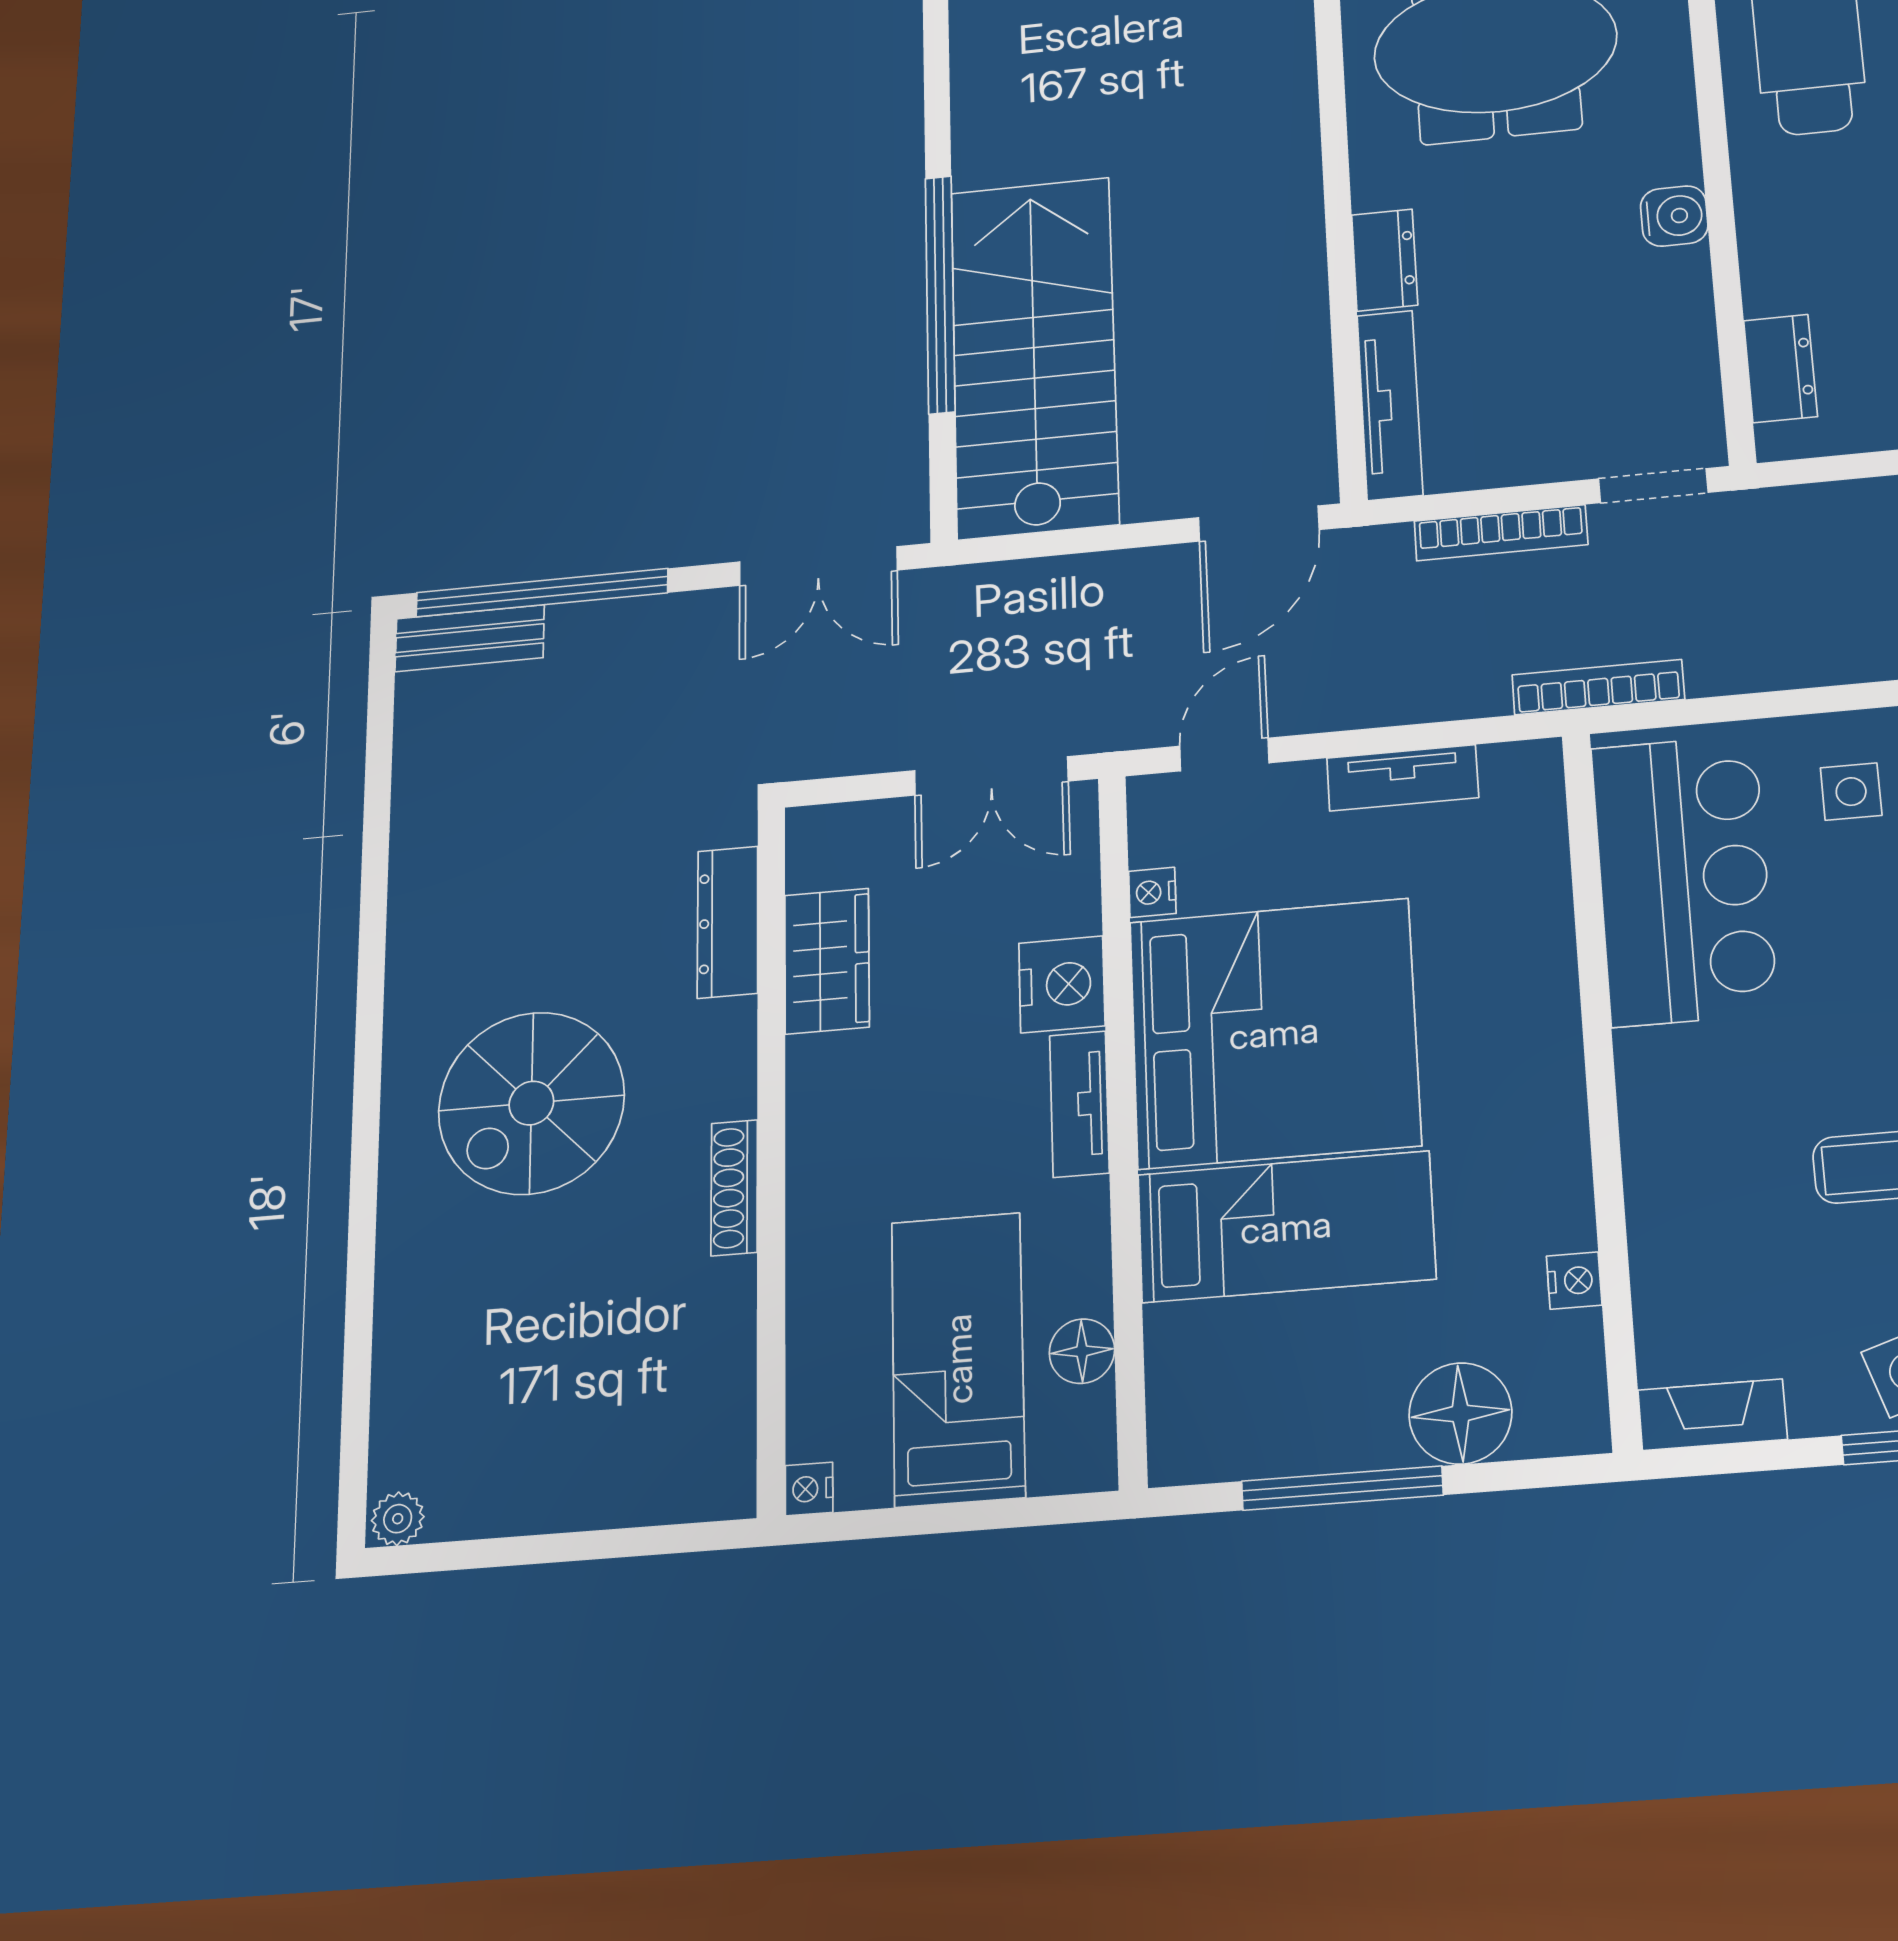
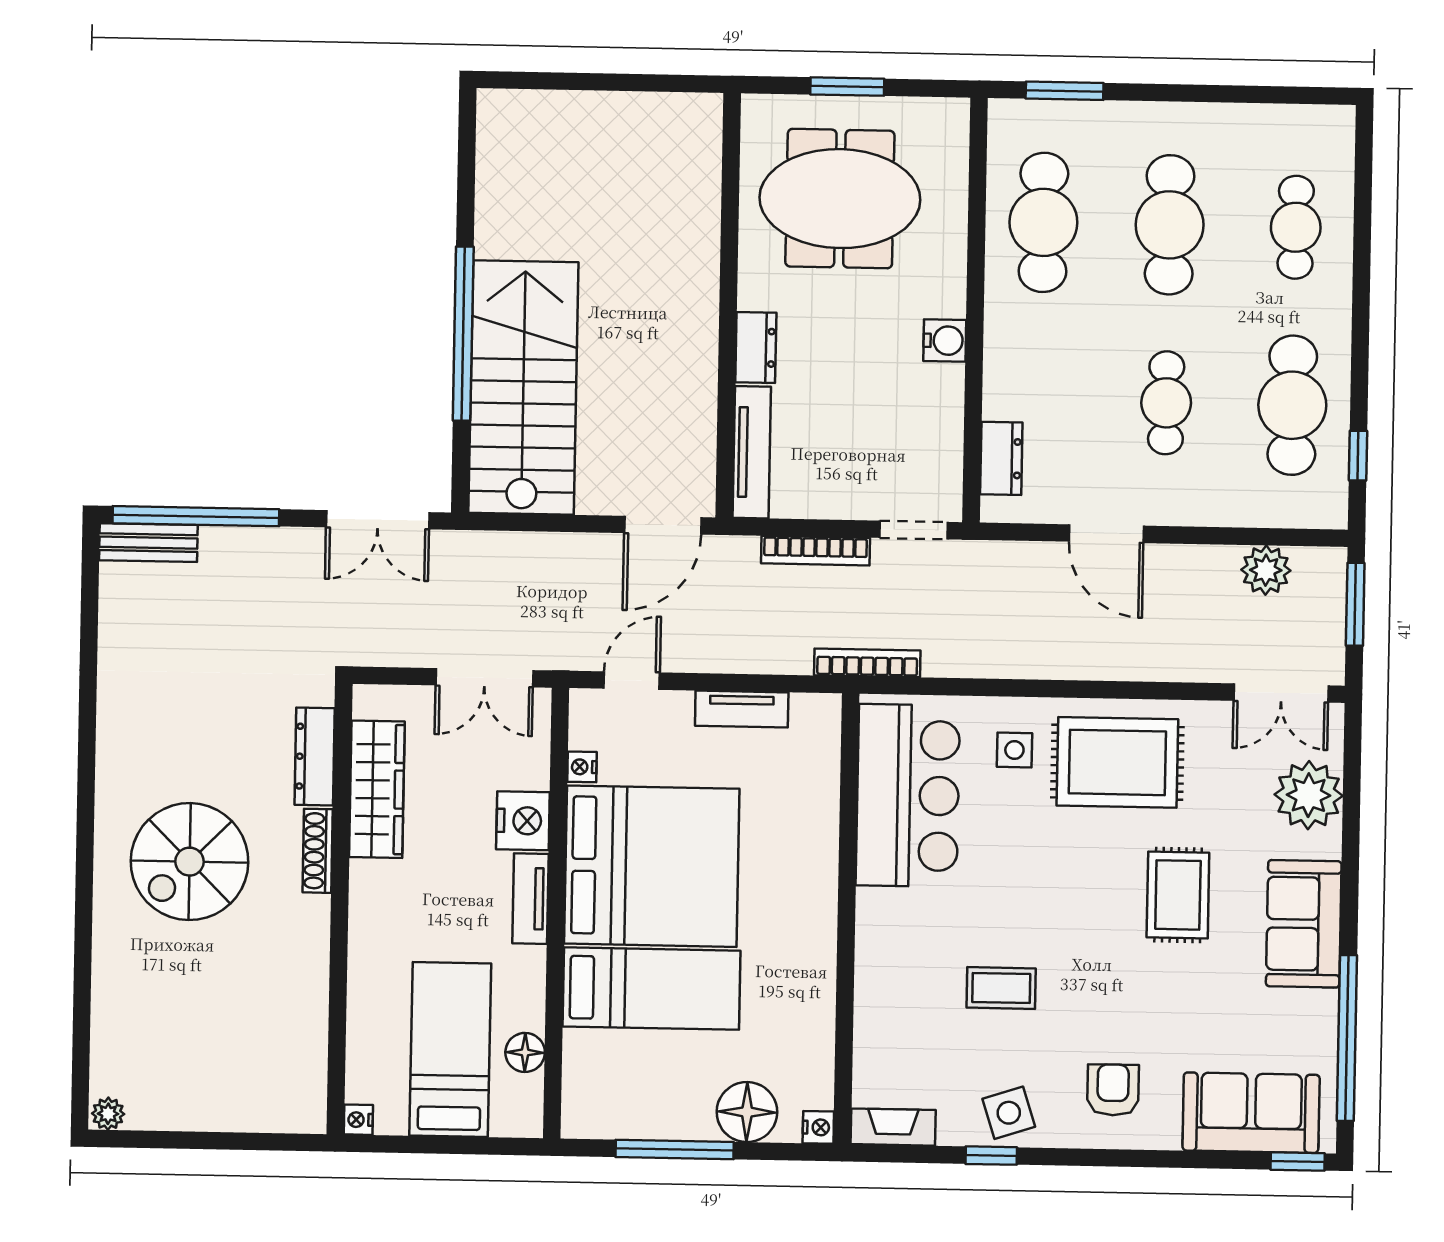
wardrobe: (827, 961) -> (377, 789), width x1.50
shoe rack: (734, 1188) -> (318, 851), moved
nightstand: (1574, 1281) -> (818, 1127), moved

